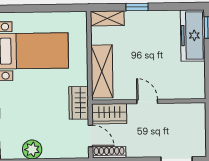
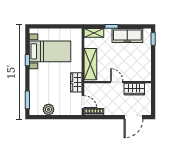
freezer: (193, 36) -> (127, 36), moved, turned -90
wardrobe: (109, 114) -> (134, 89), moved

